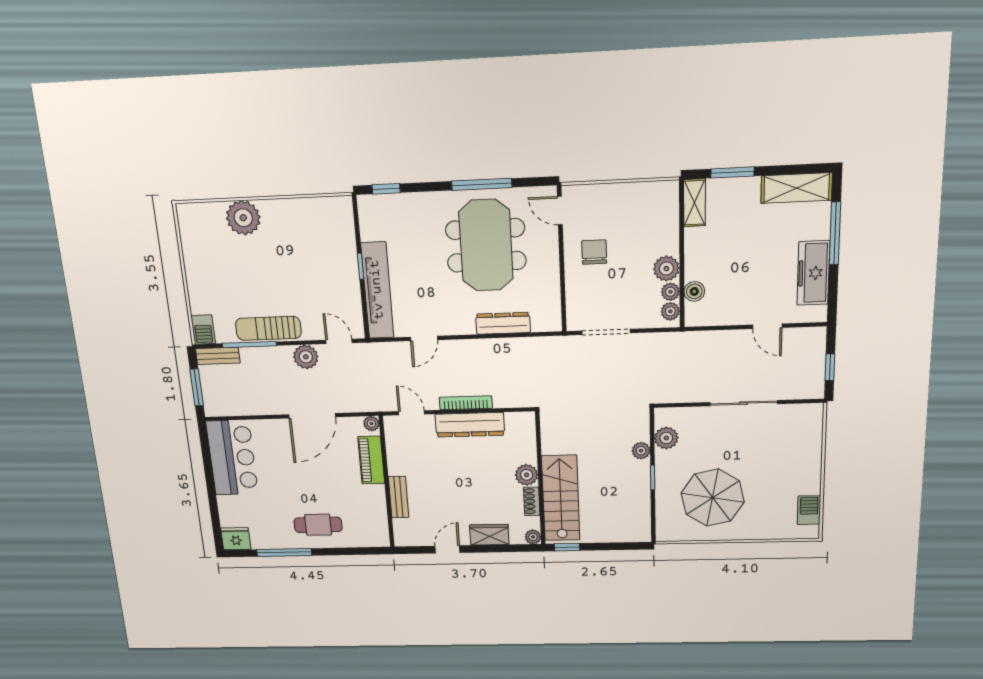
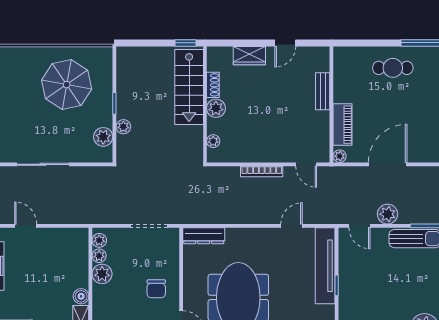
boiler: (694, 291) -> (81, 296), moved
dresser: (503, 323) -> (204, 236), moved
dresser: (470, 425) -> (260, 153), removed
plant: (533, 537) -> (213, 141), moved

